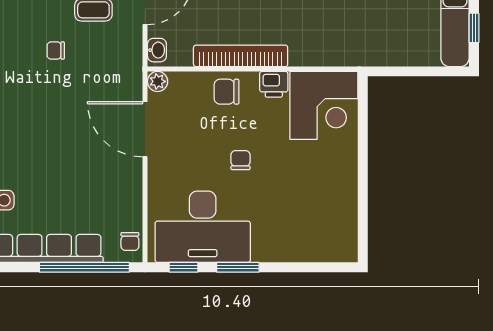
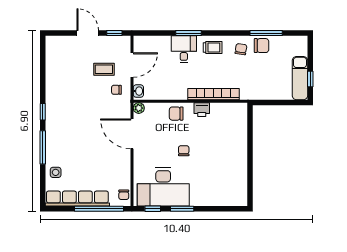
chair: (56, 50) -> (116, 90), moved
bookcase: (241, 56) -> (213, 94), moved
corner desk: (324, 105) -> (229, 121), removed

